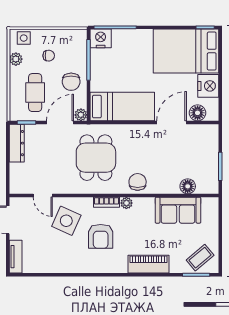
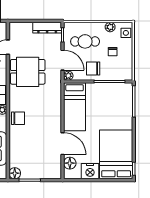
nightstand: (101, 38) -> (126, 91), removed
dining table: (96, 158) -> (28, 72), moved
floor lamp: (188, 186) -> (15, 173), moved

